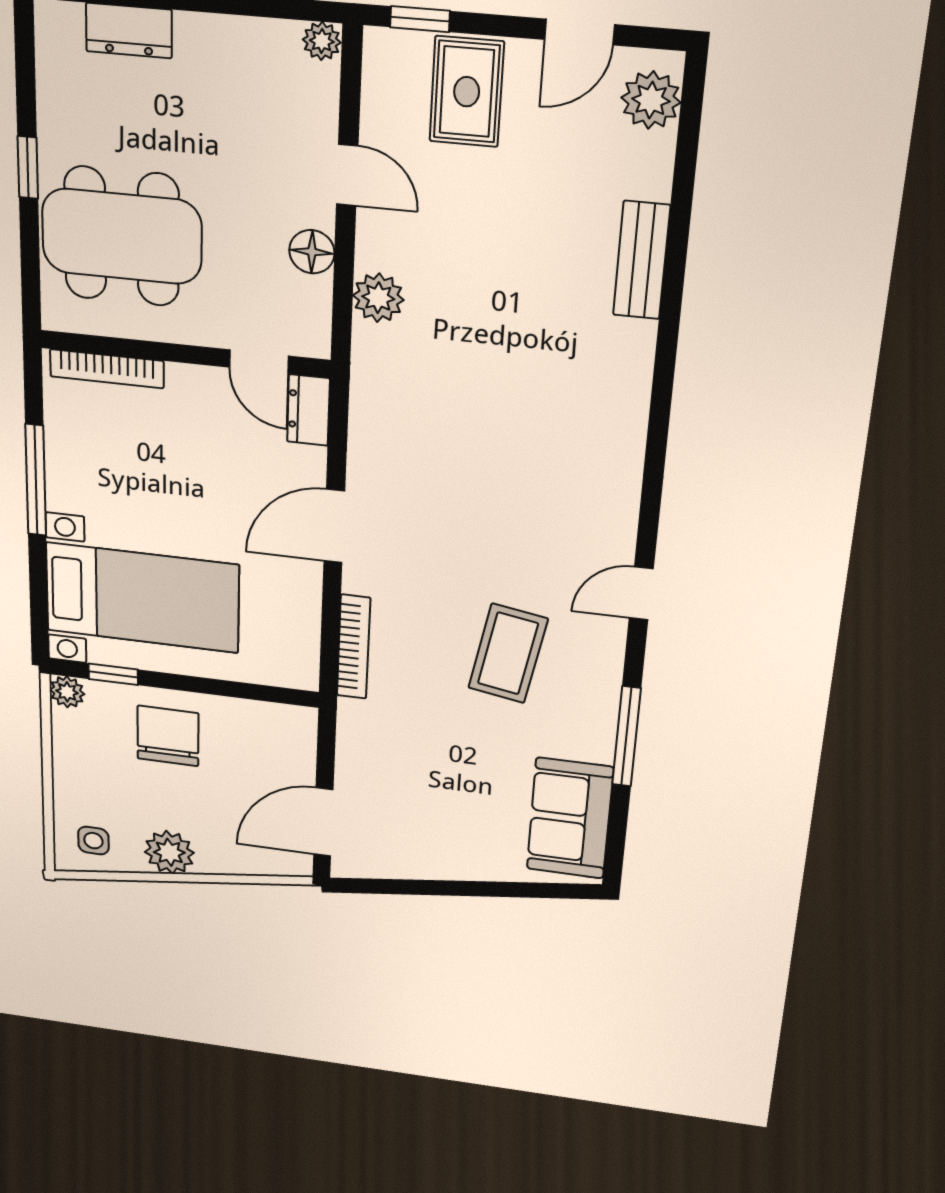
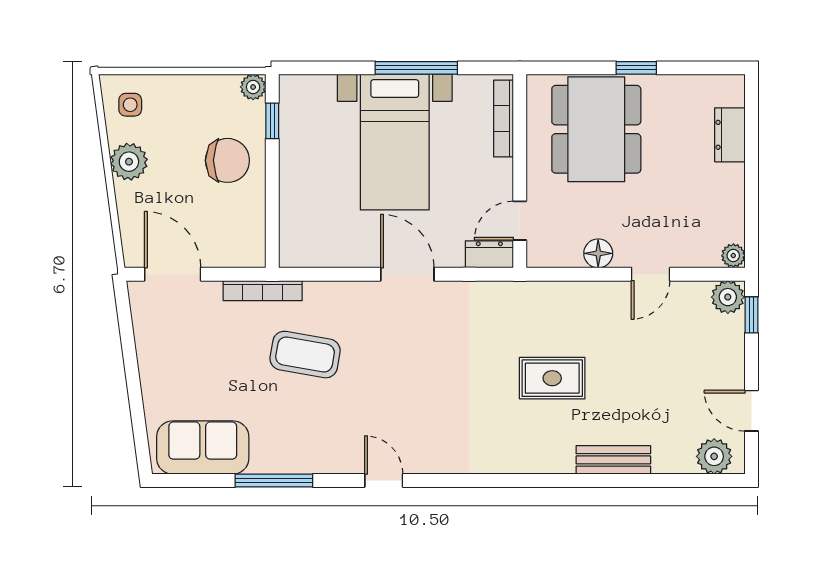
rug: (467, 92) -> (552, 378), moved
plant: (378, 298) -> (728, 297), moved
bed with nightstands: (142, 598) -> (395, 142), moved
bookcase: (354, 647) -> (263, 291), moved
coffee table: (508, 653) -> (305, 355), moved

